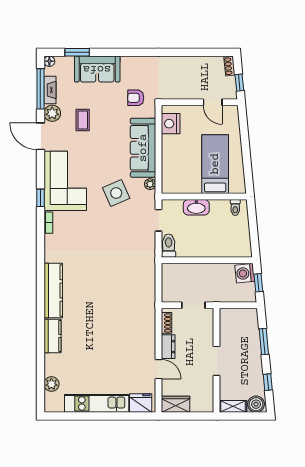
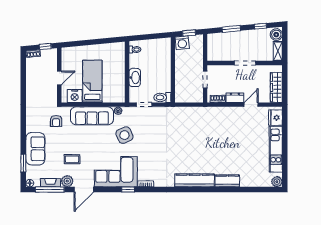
door: (213, 102) -> (59, 78), moved
bed: (215, 164) -> (92, 81), moved, turned 90
plant: (51, 384) -> (277, 182), moved
wardrobe: (176, 404) -> (276, 87), width x1.50

